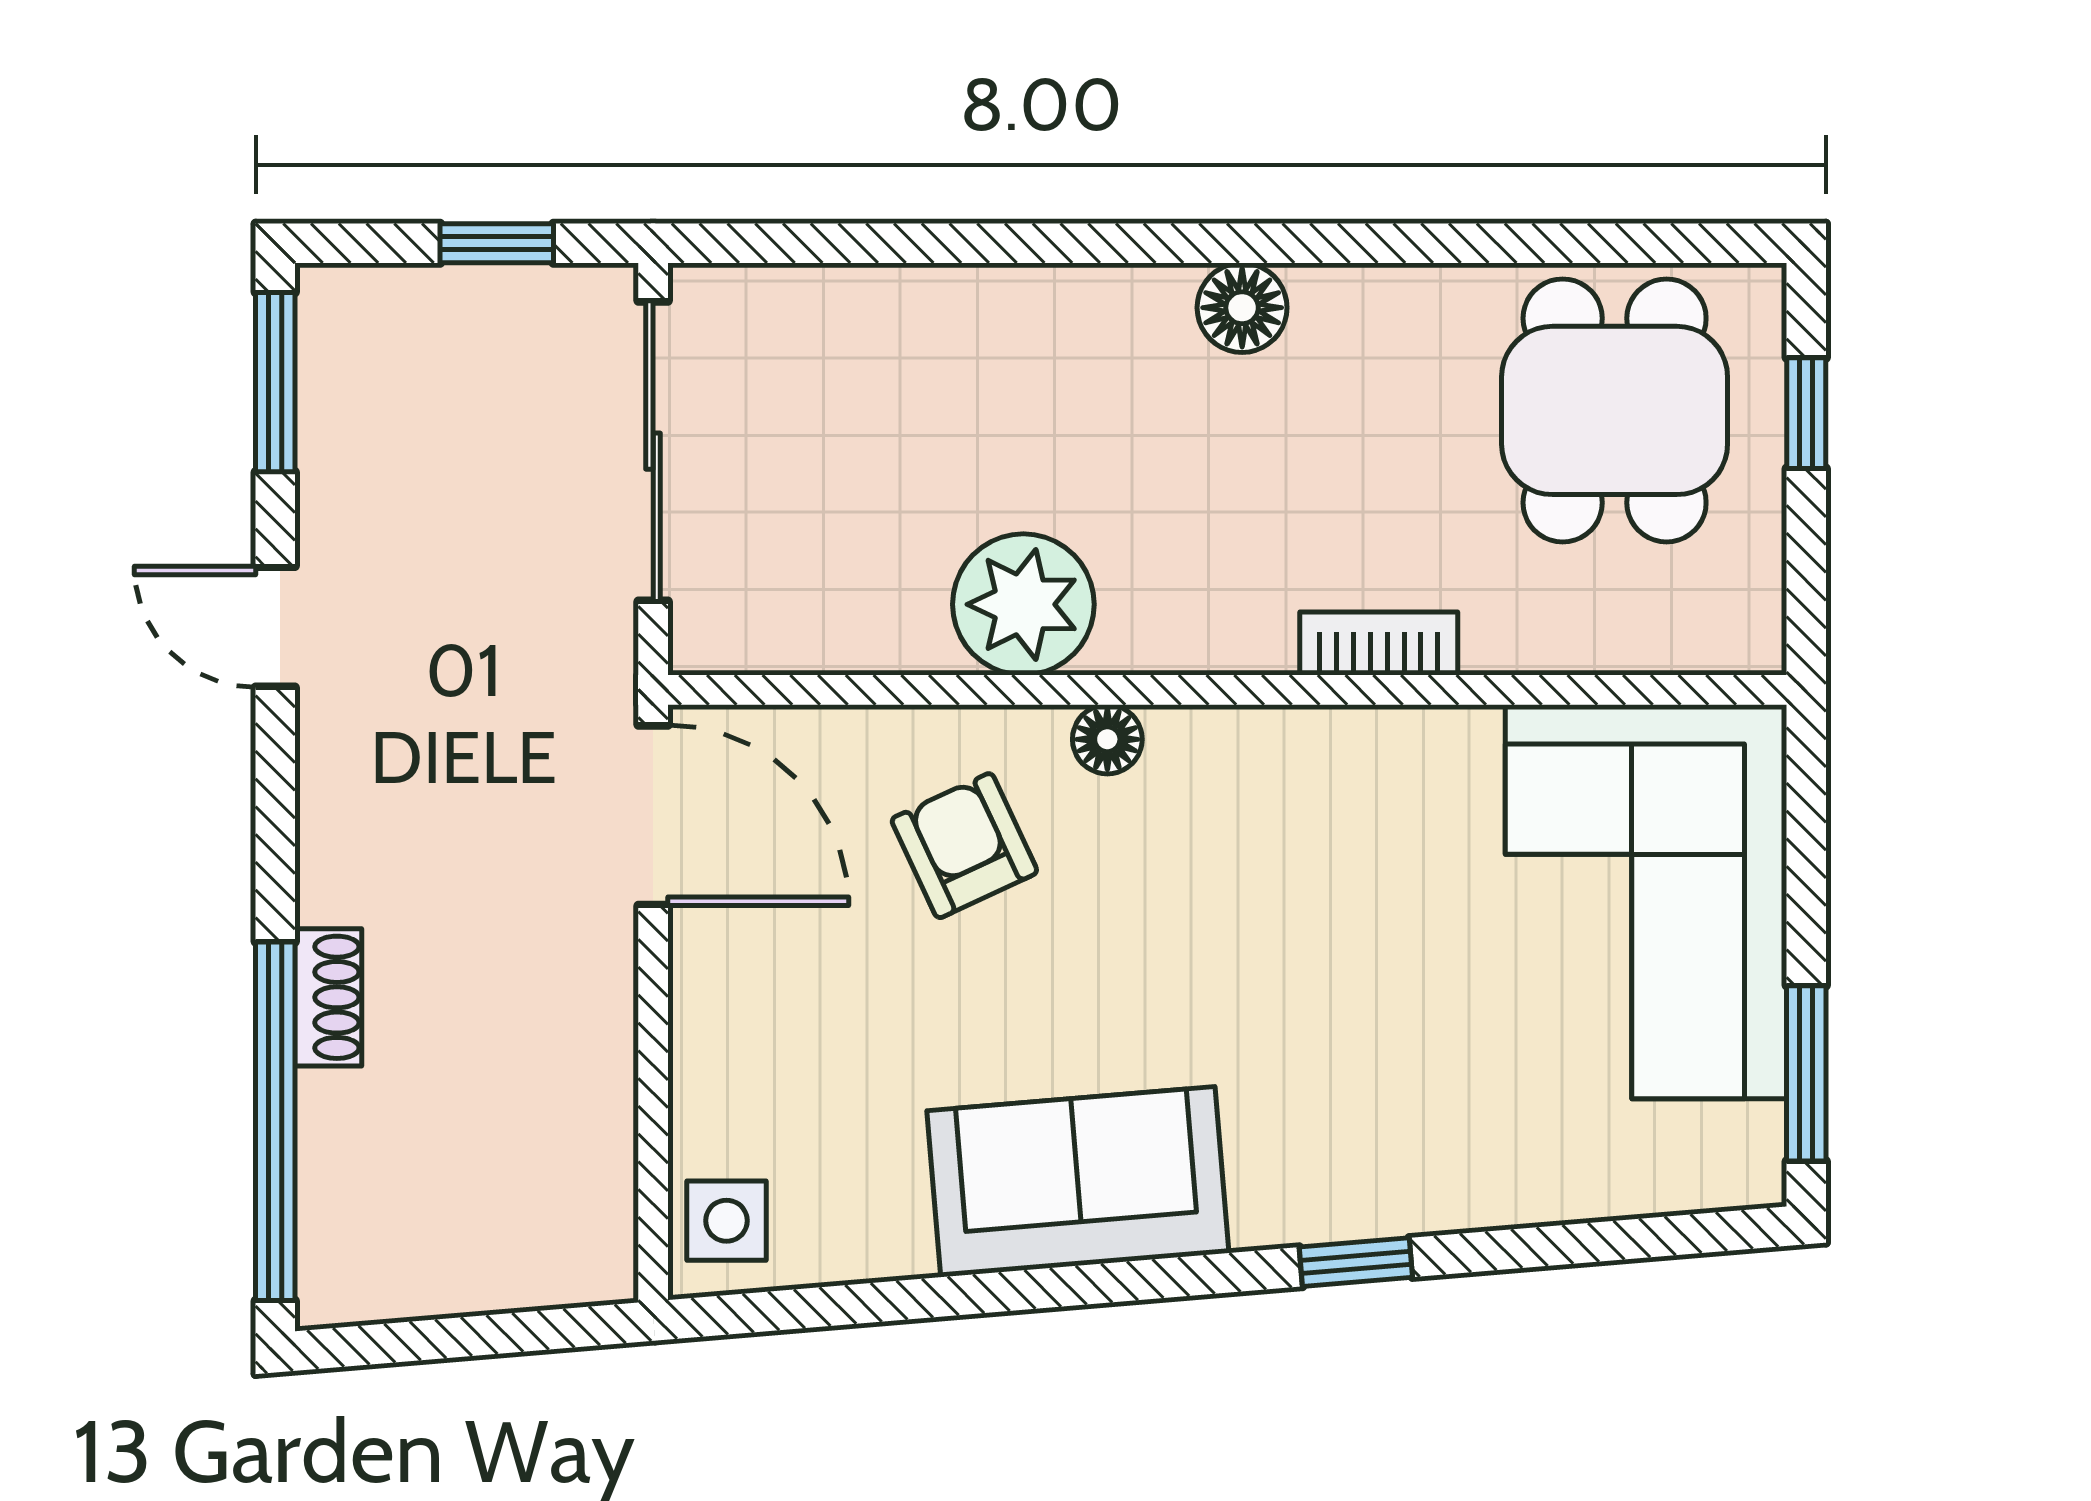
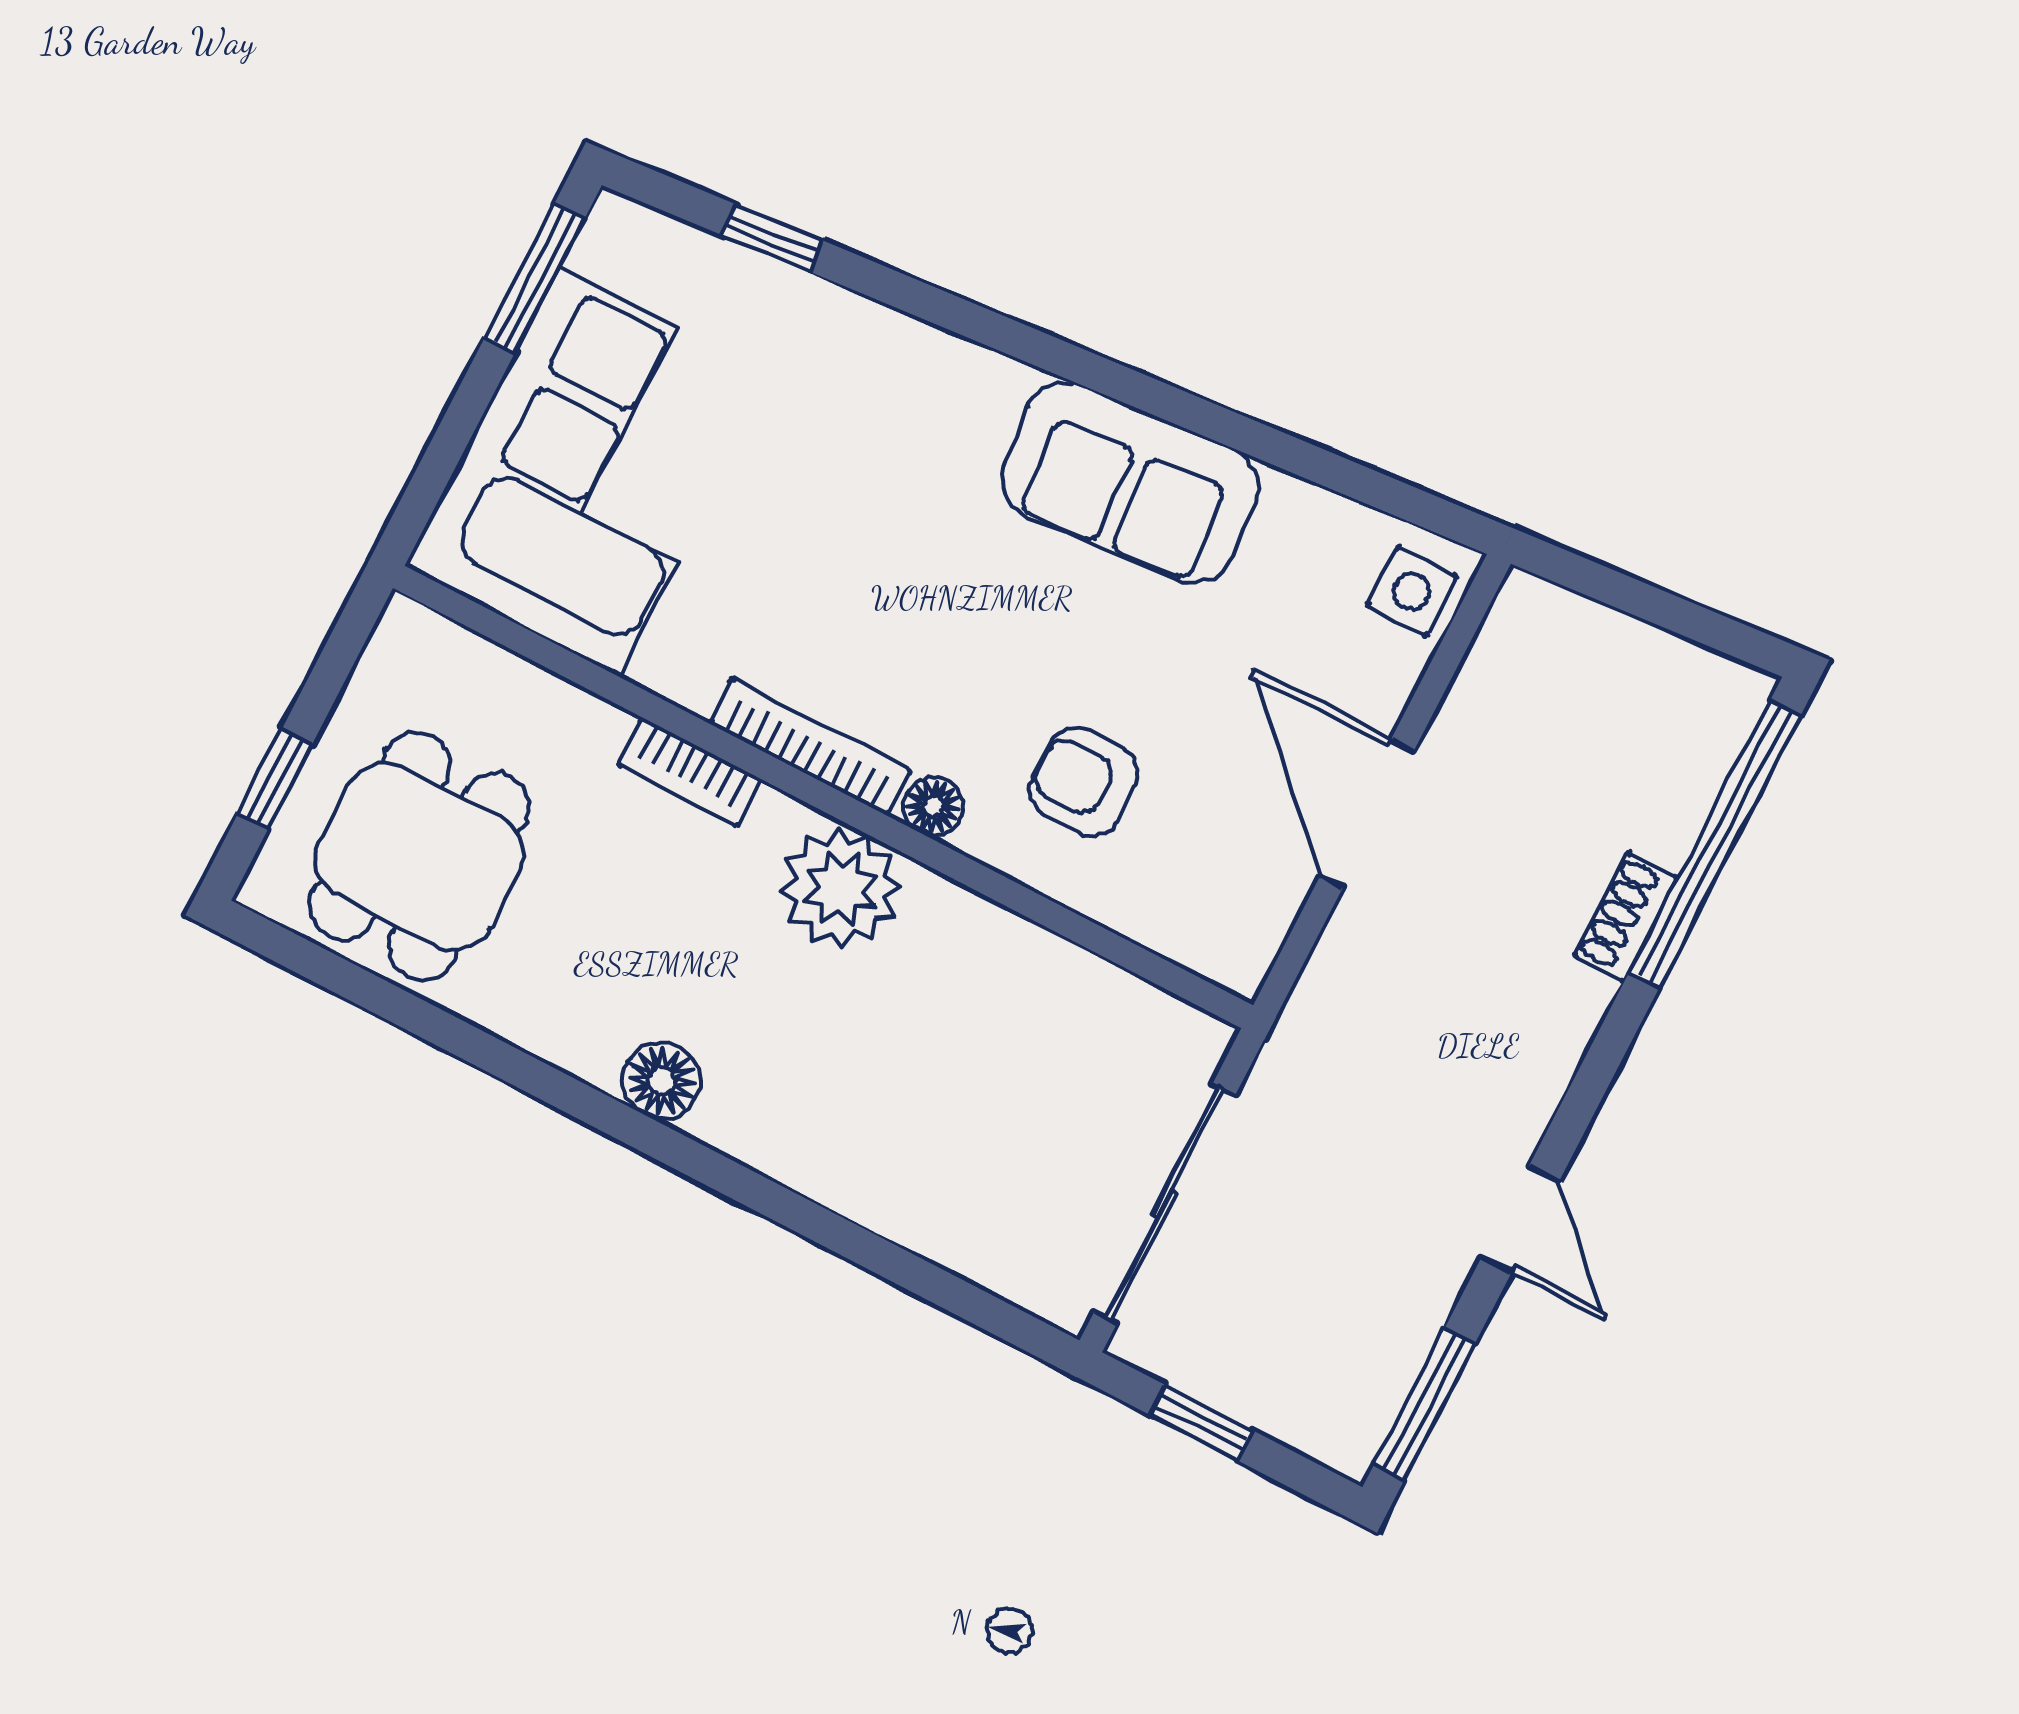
plant: (1023, 604) -> (840, 888), moved
bookcase: (1268, 735) -> (810, 747), added
door: (653, 815) -> (1367, 814), moved
armchair: (964, 846) -> (1084, 782), turned 115
window: (1356, 1262) -> (773, 238), moved

